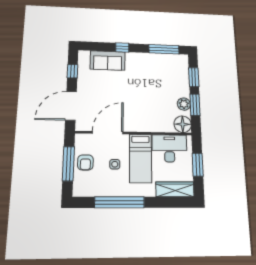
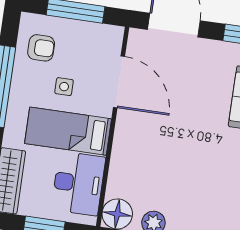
armchair: (85, 162) -> (41, 48), moved, turned 180

